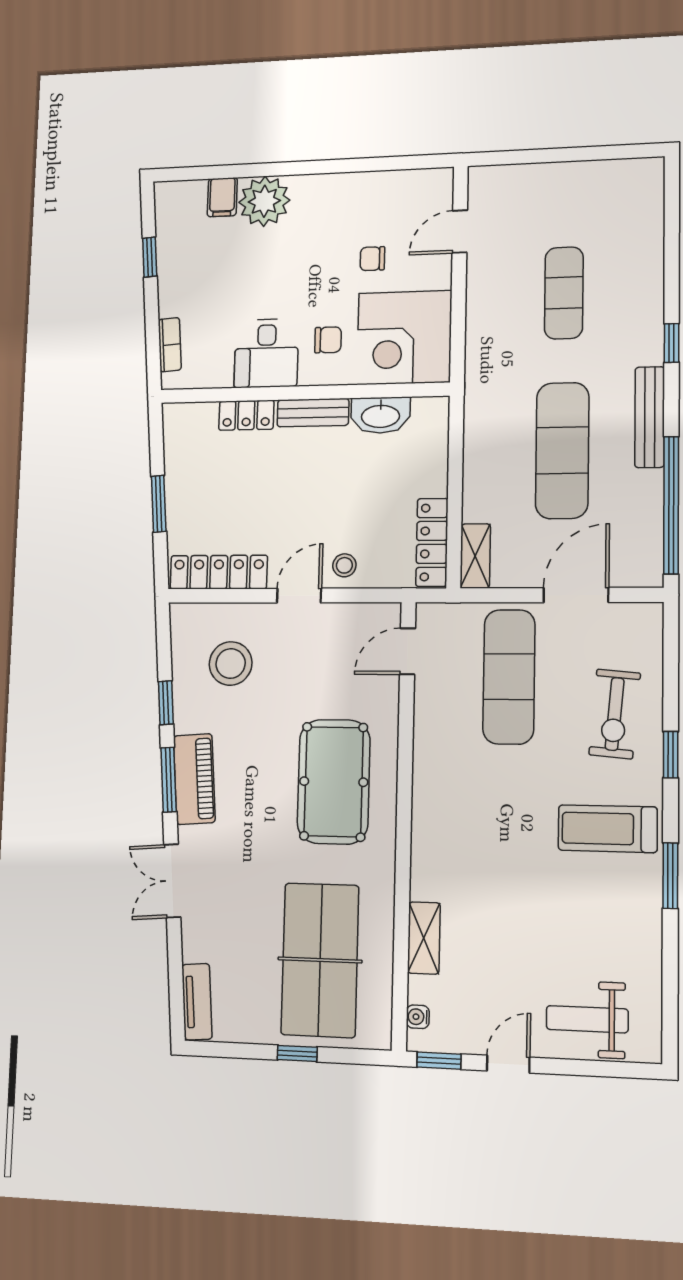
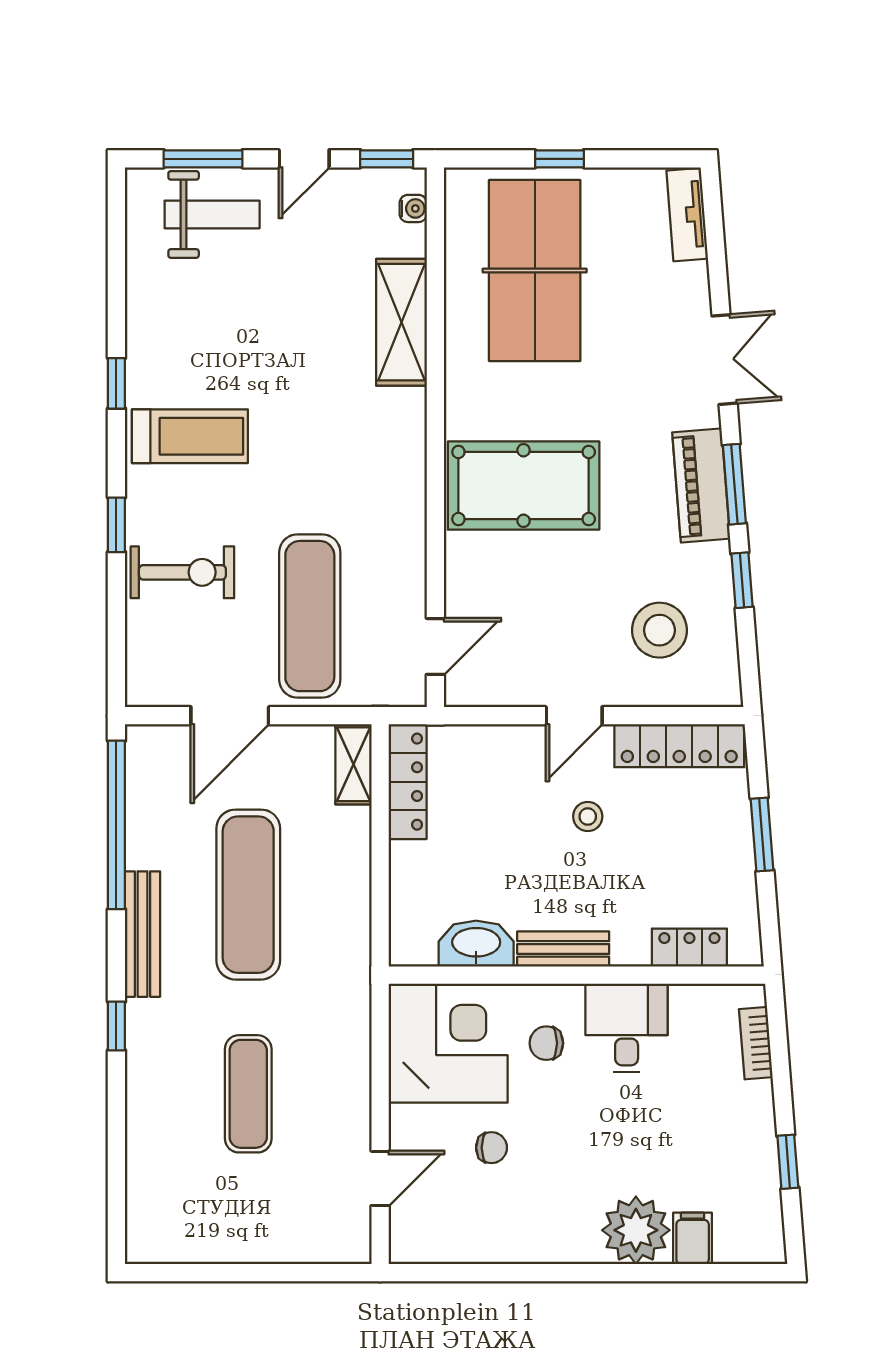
locker: (246, 415) -> (689, 948), moved
stool: (344, 565) -> (588, 816), moved
exercise bike: (615, 714) -> (182, 572), turned 85
pool table: (334, 782) -> (524, 486), turned 90
window: (670, 876) -> (116, 383), width x0.67
shelving: (424, 938) -> (401, 322), width x1.50, depth x1.33
window: (595, 1068) -> (203, 159), added

